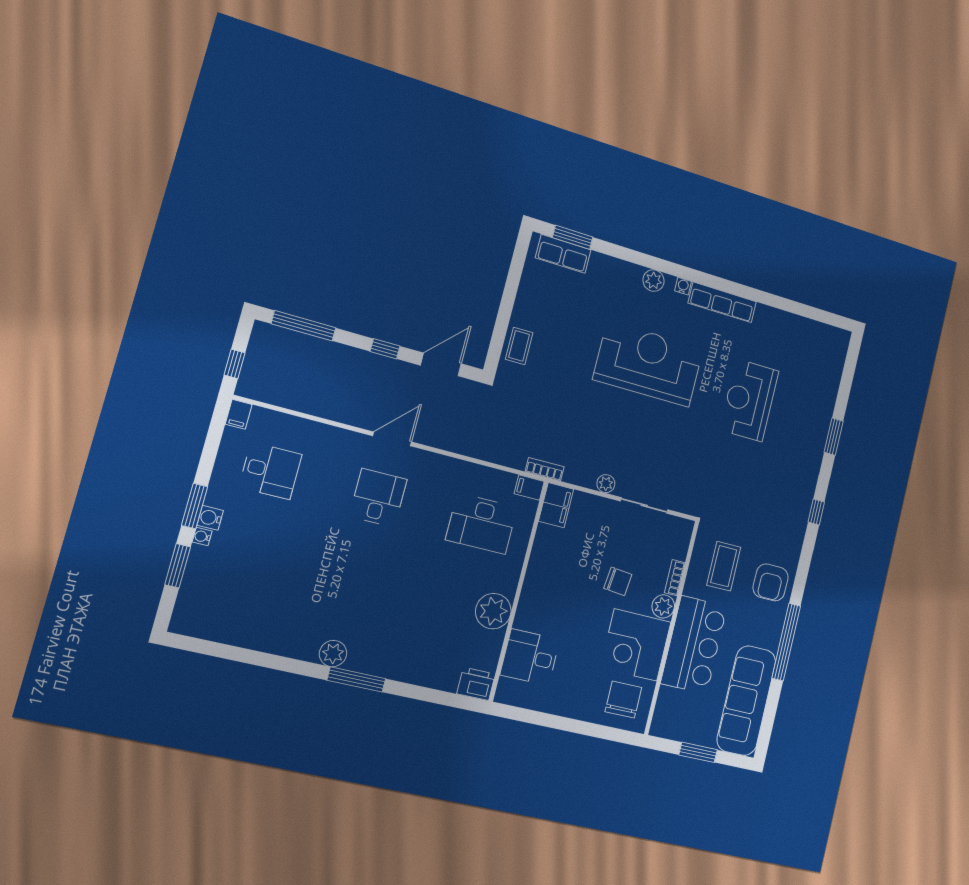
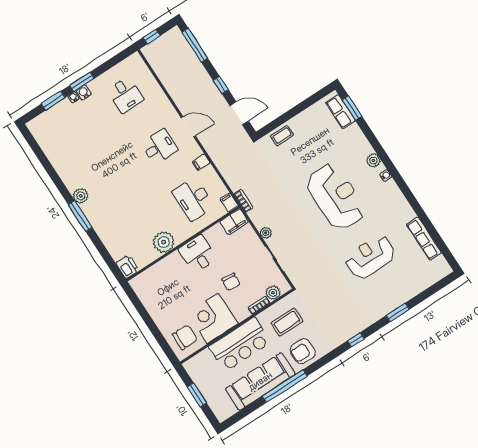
row of seats: (722, 302) -> (424, 239), moved
filing cabinet: (239, 414) -> (201, 162), moved
plant: (663, 606) -> (273, 293), moved
desk: (530, 657) -> (198, 254), moved
sofa: (746, 701) -> (260, 381), moved

